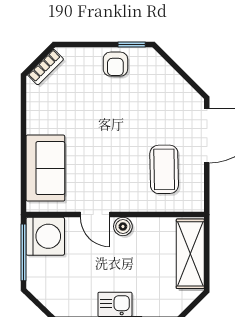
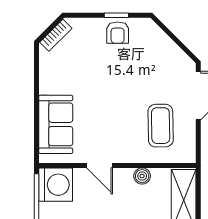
window: (132, 44) -> (116, 15), moved
boiler: (123, 226) -> (142, 176), moved

